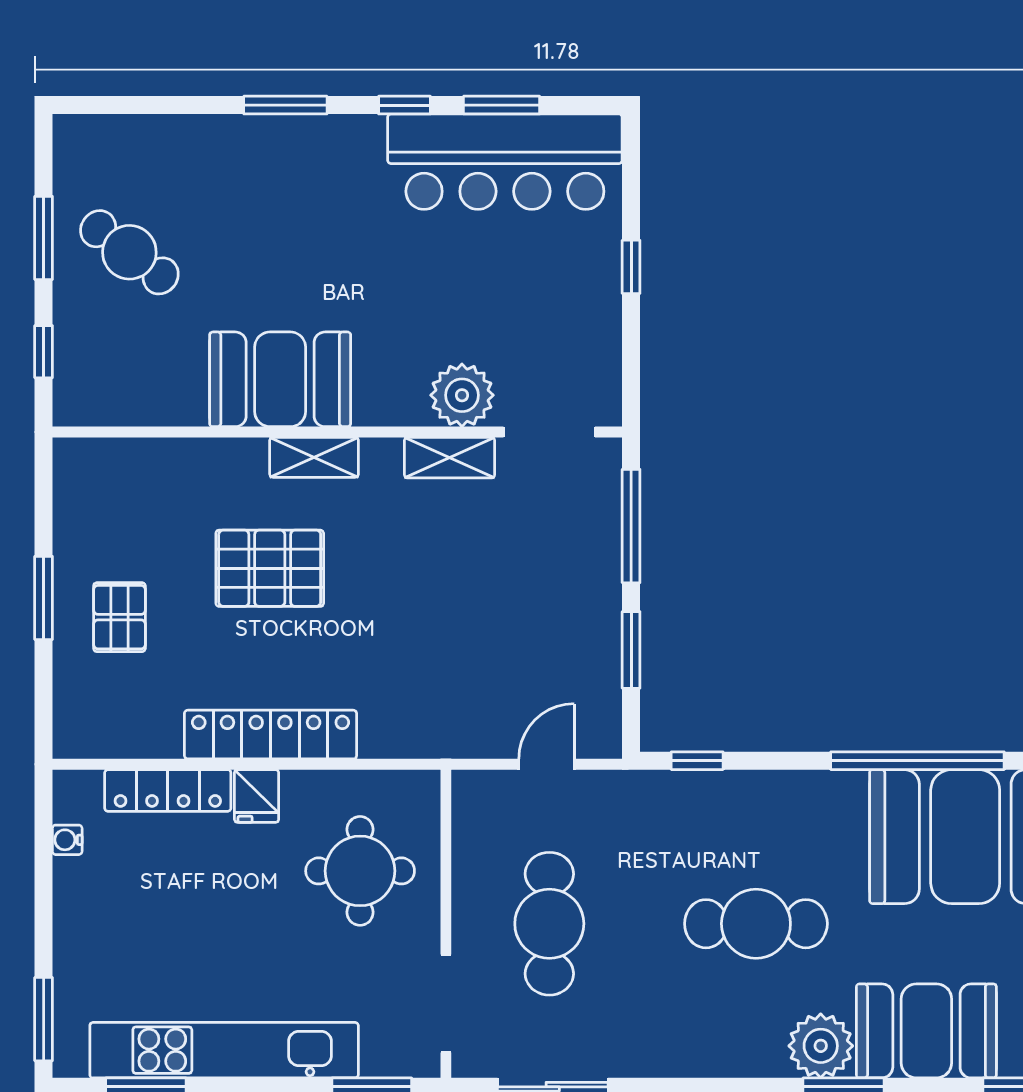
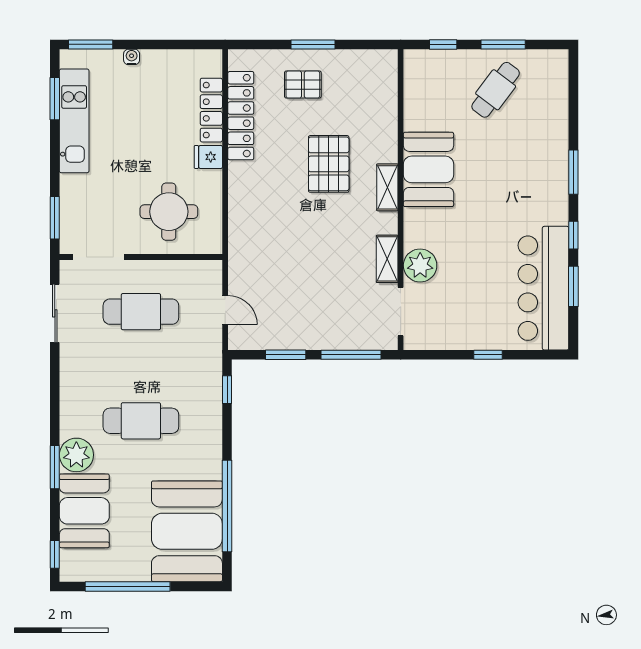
locker: (271, 735) -> (241, 116), moved
water cooler: (67, 840) -> (132, 57), moved
cafe table: (756, 924) -> (141, 421), turned 90
kitchen unit: (224, 1050) -> (74, 121), width x0.73

